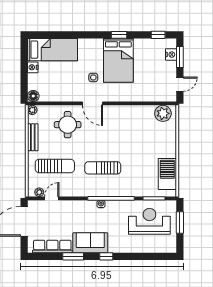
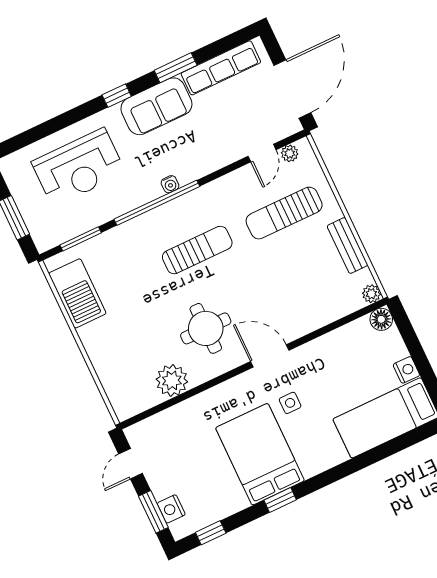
plant: (163, 113) -> (172, 380), moved
round table: (68, 125) -> (206, 328), moved
reception desk: (149, 221) -> (79, 167), moved

